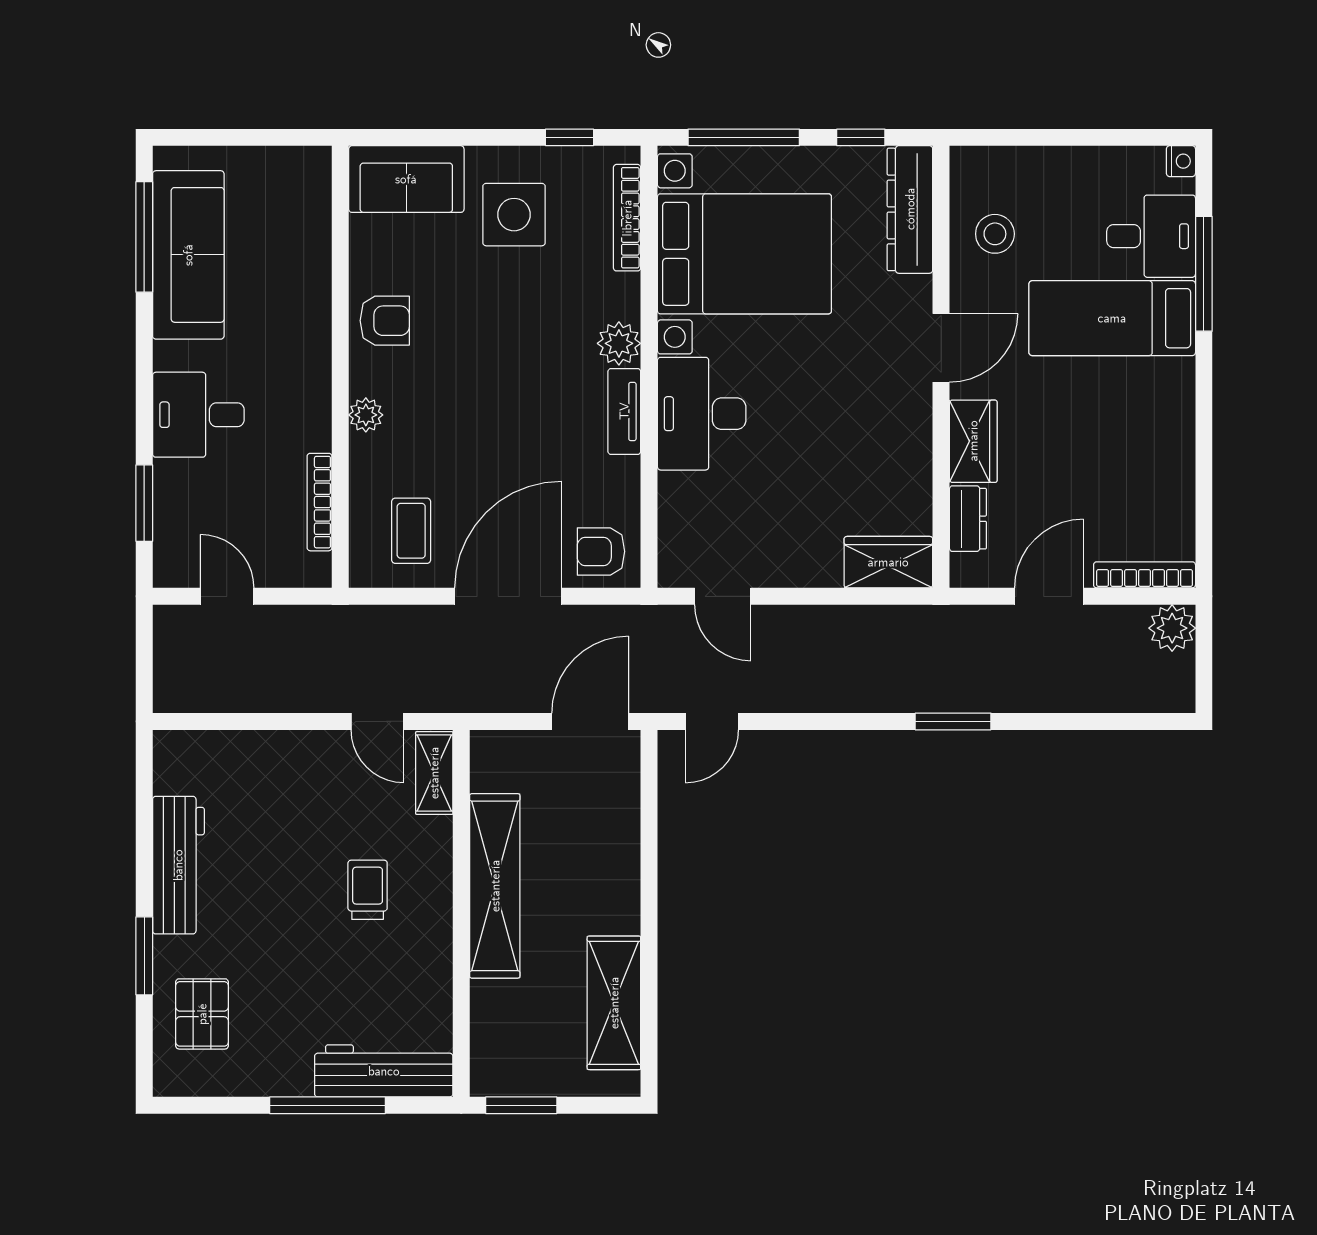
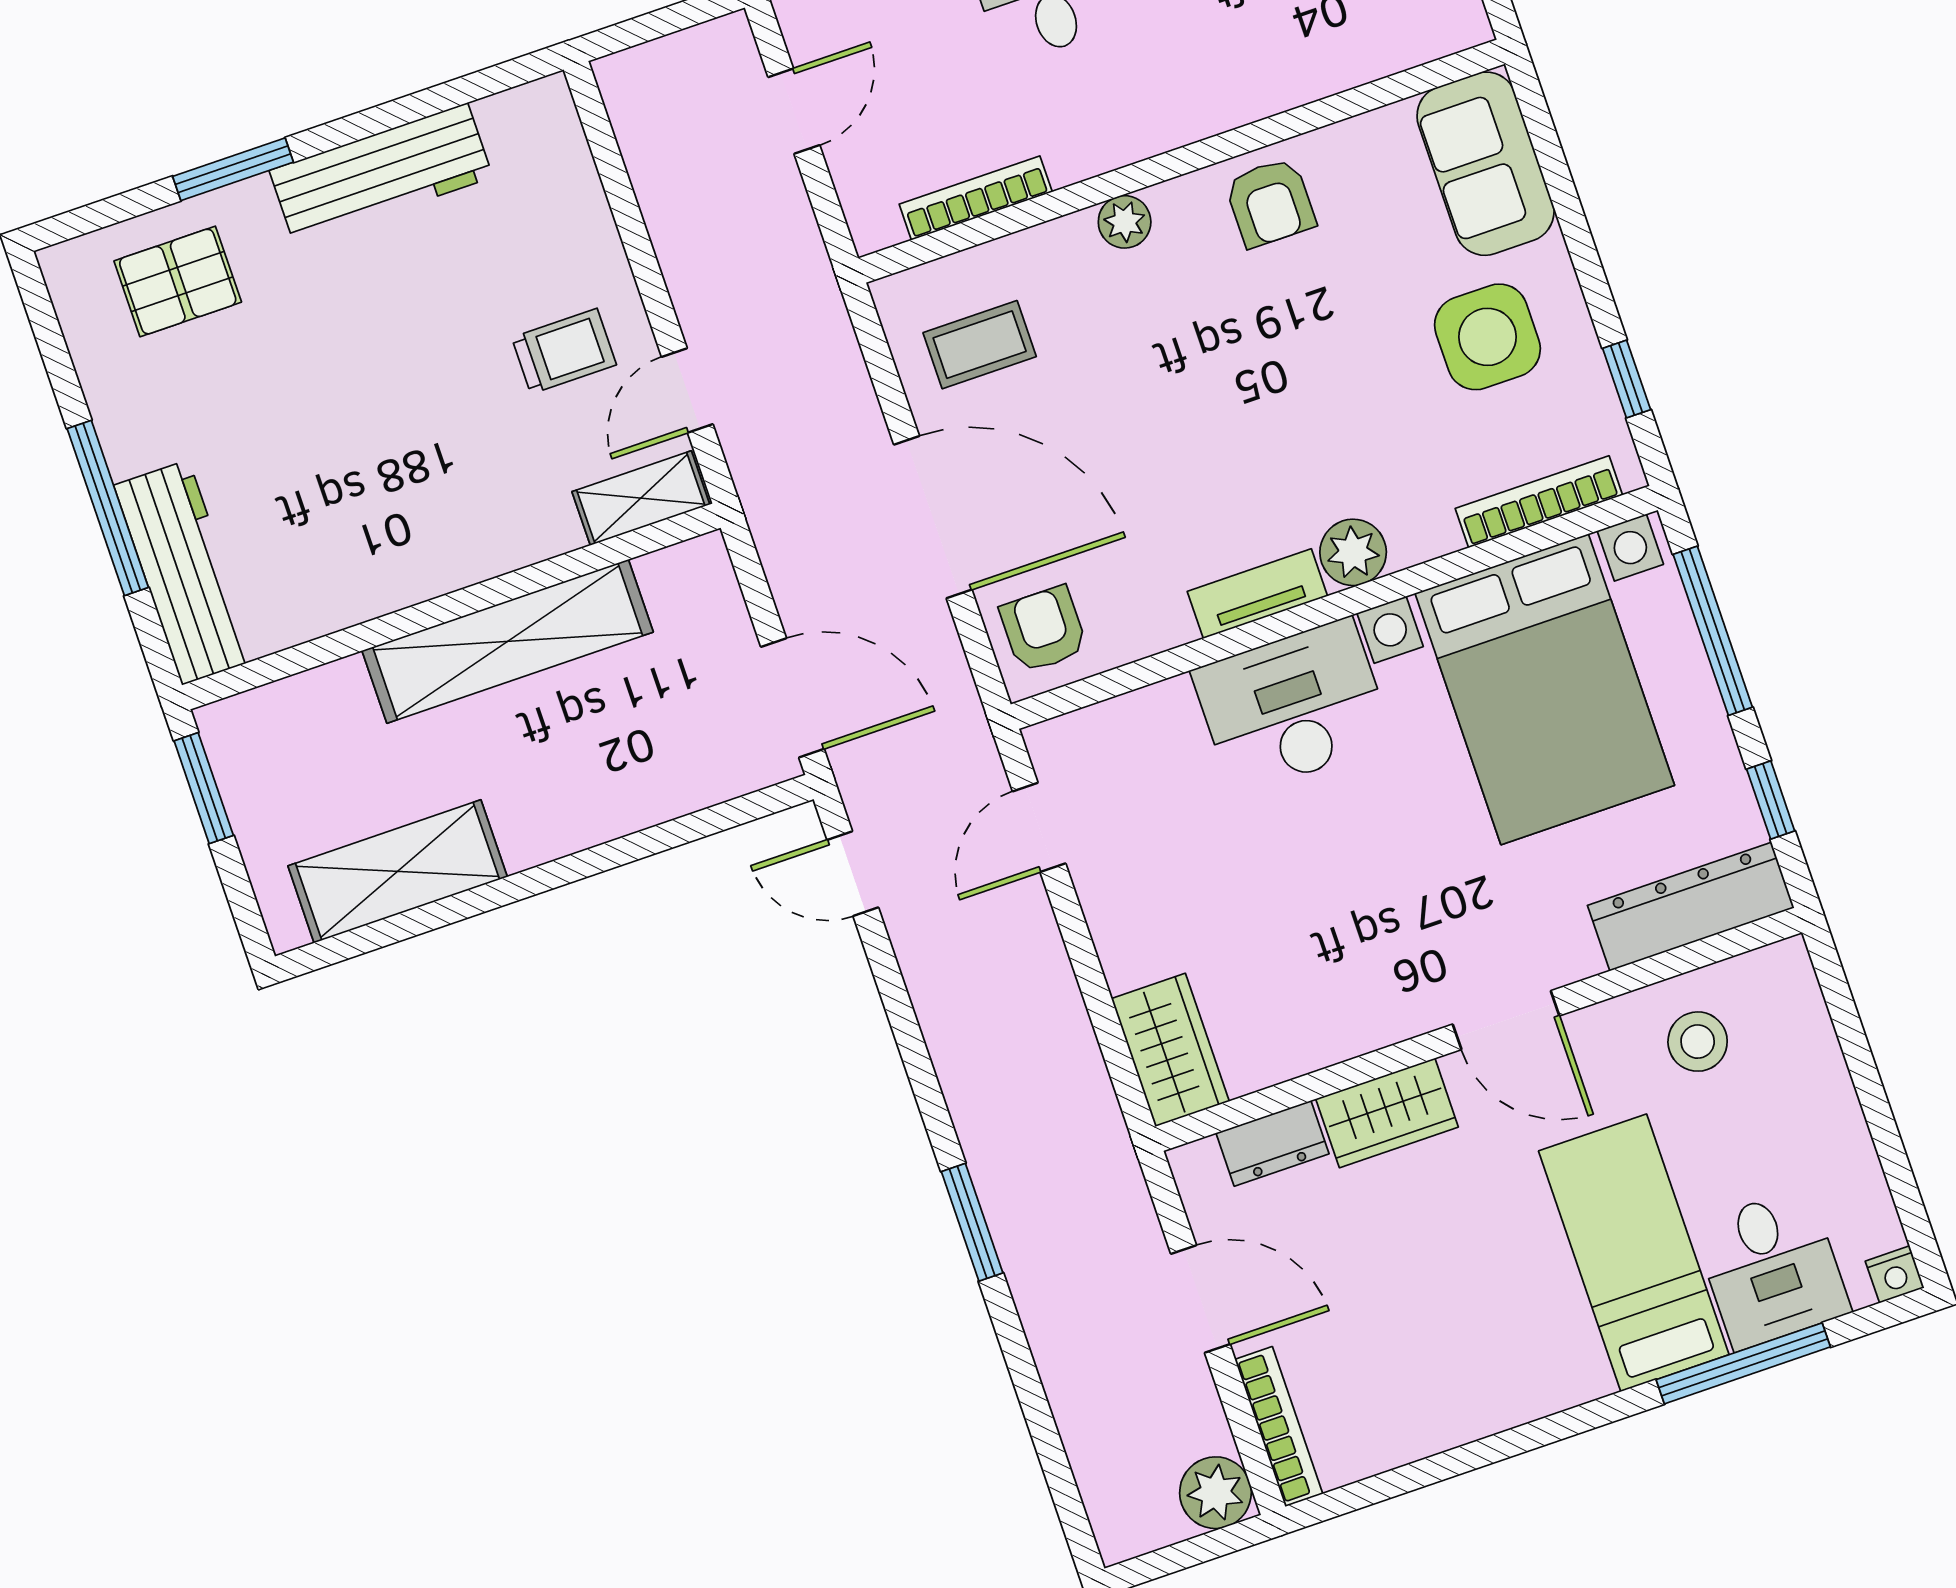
trolley: (368, 890) -> (564, 351), moved

